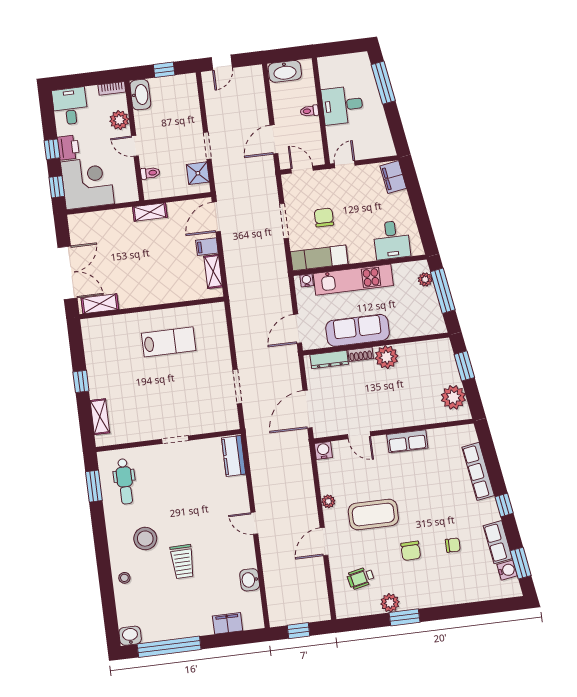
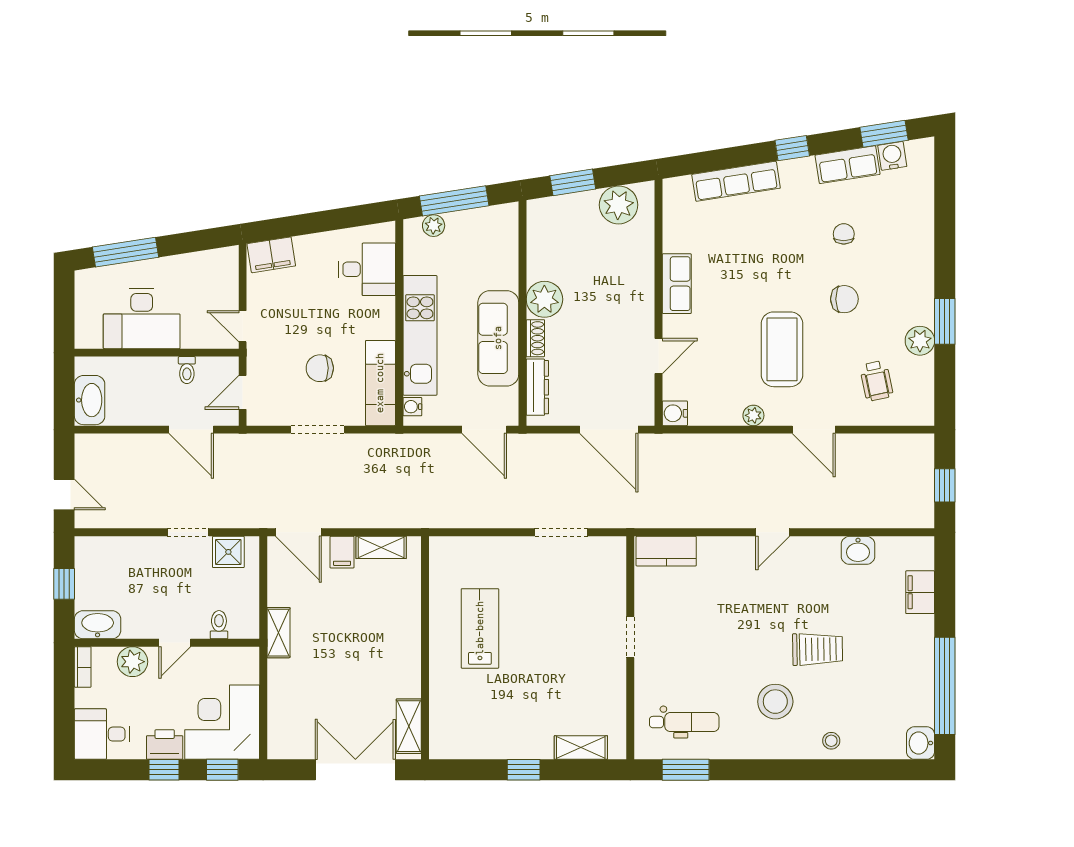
desk: (342, 105) -> (142, 319), width x1.37
toilet: (309, 111) -> (187, 370), moved

